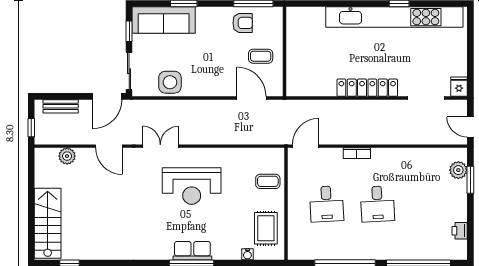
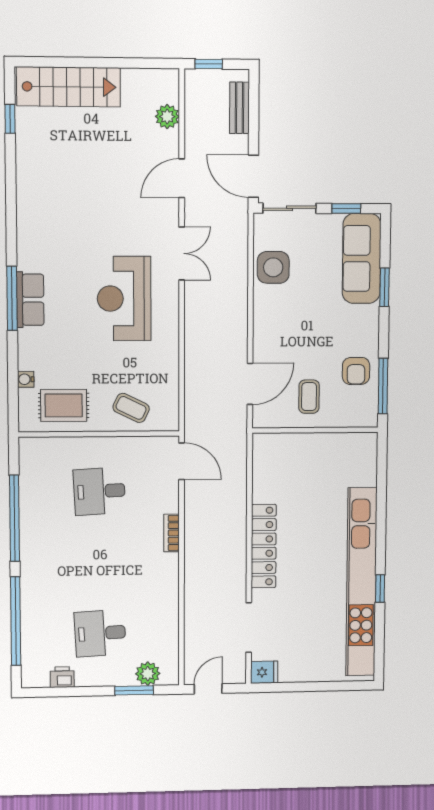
coffee table: (268, 181) -> (131, 408), turned -64
desk: (377, 204) -> (100, 633), moved

